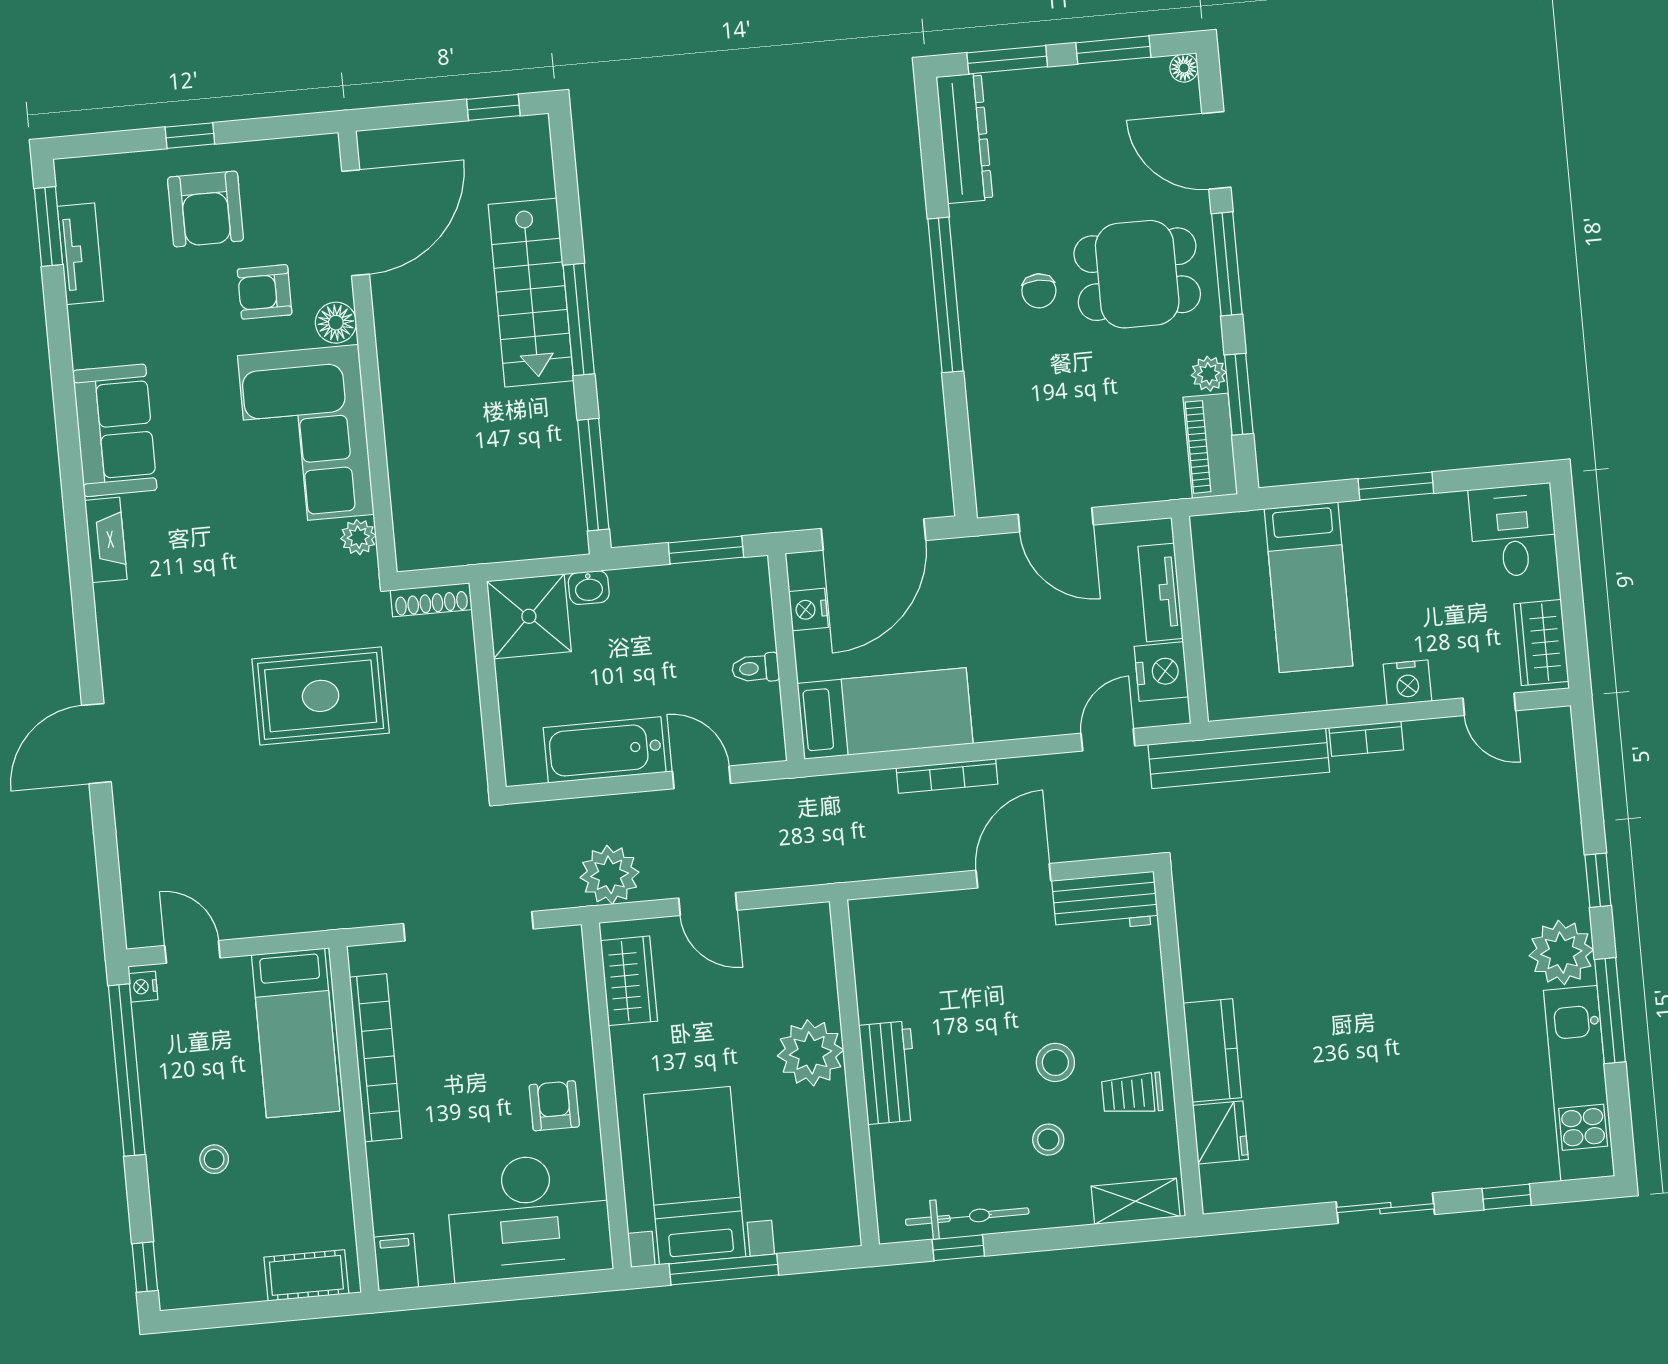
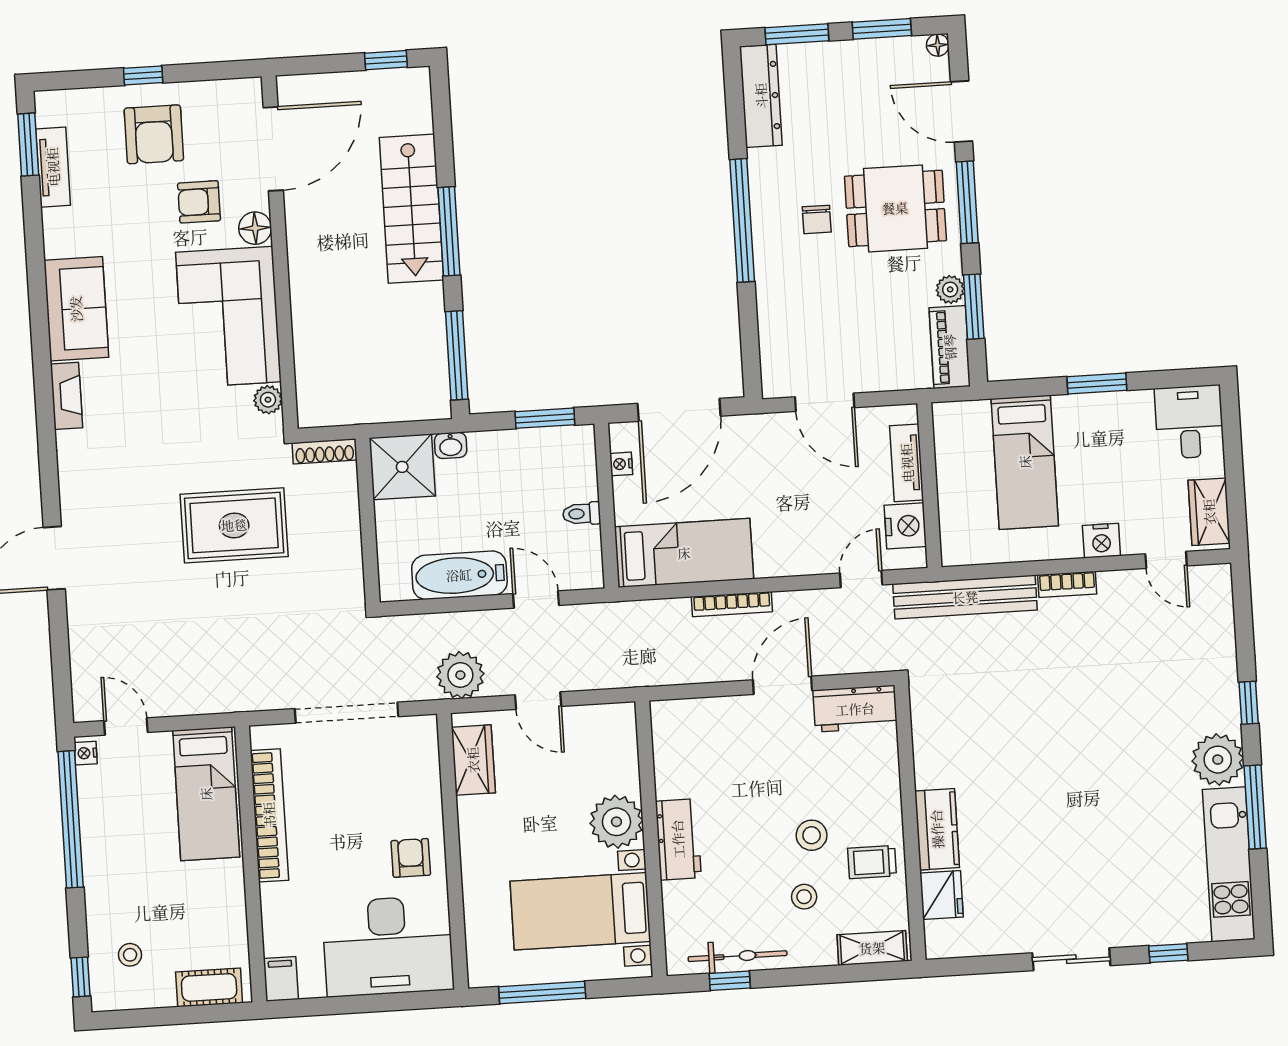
nightstand: (808, 610) -> (621, 464), width x0.72, depth x0.74
stool: (214, 1159) -> (130, 955), moved
bed with nightstands: (695, 1176) -> (580, 911), moved, turned -90

